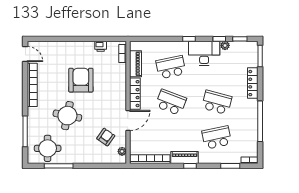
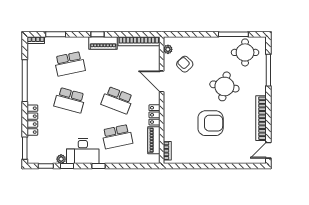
printer: (101, 46) -> (190, 158), removed
door: (25, 54) -> (268, 150), hinge flipped
armchair: (81, 80) -> (211, 123), turned -90
locker: (135, 94) -> (155, 115), width x0.66
door: (128, 120) -> (162, 81), hinge flipped
armchair: (106, 137) -> (185, 64), turned 100

